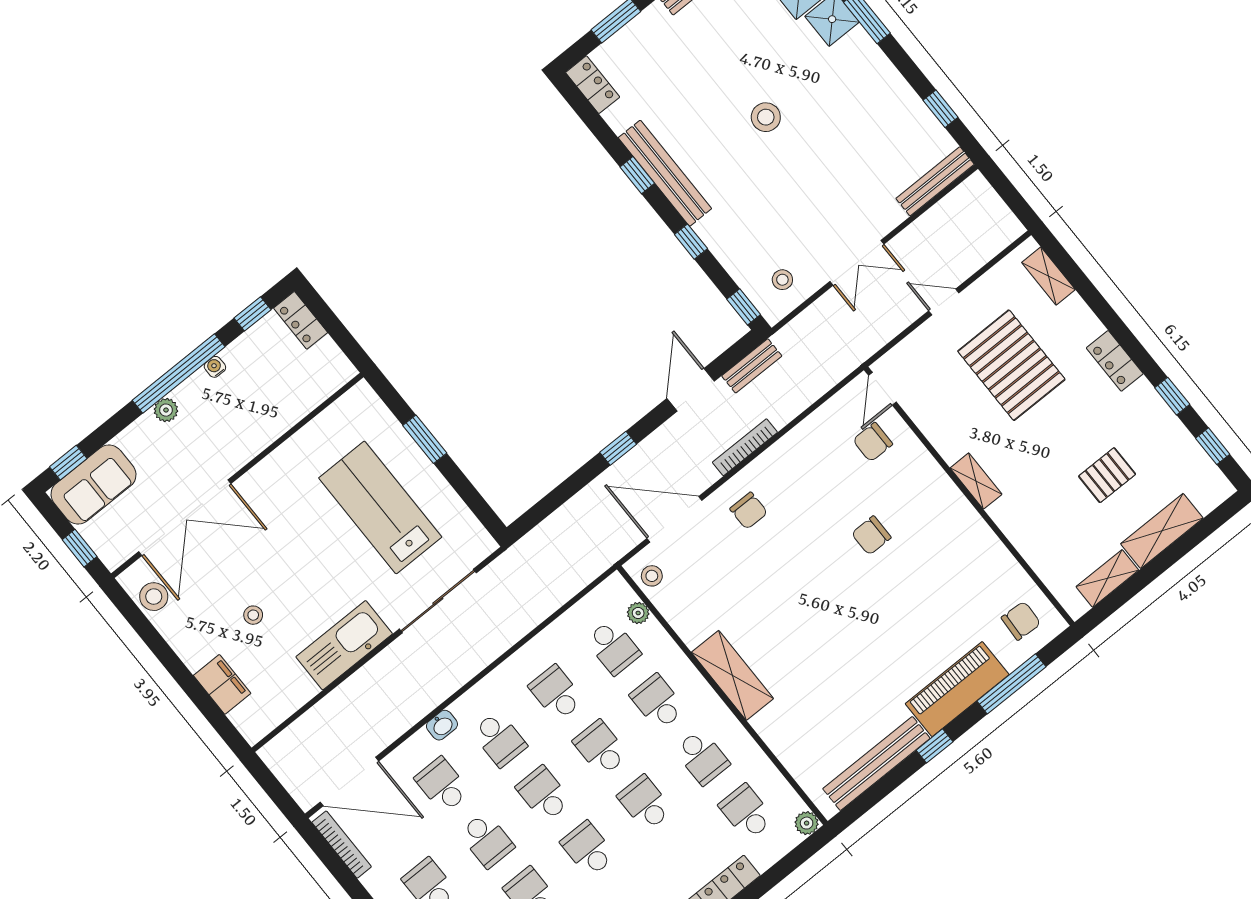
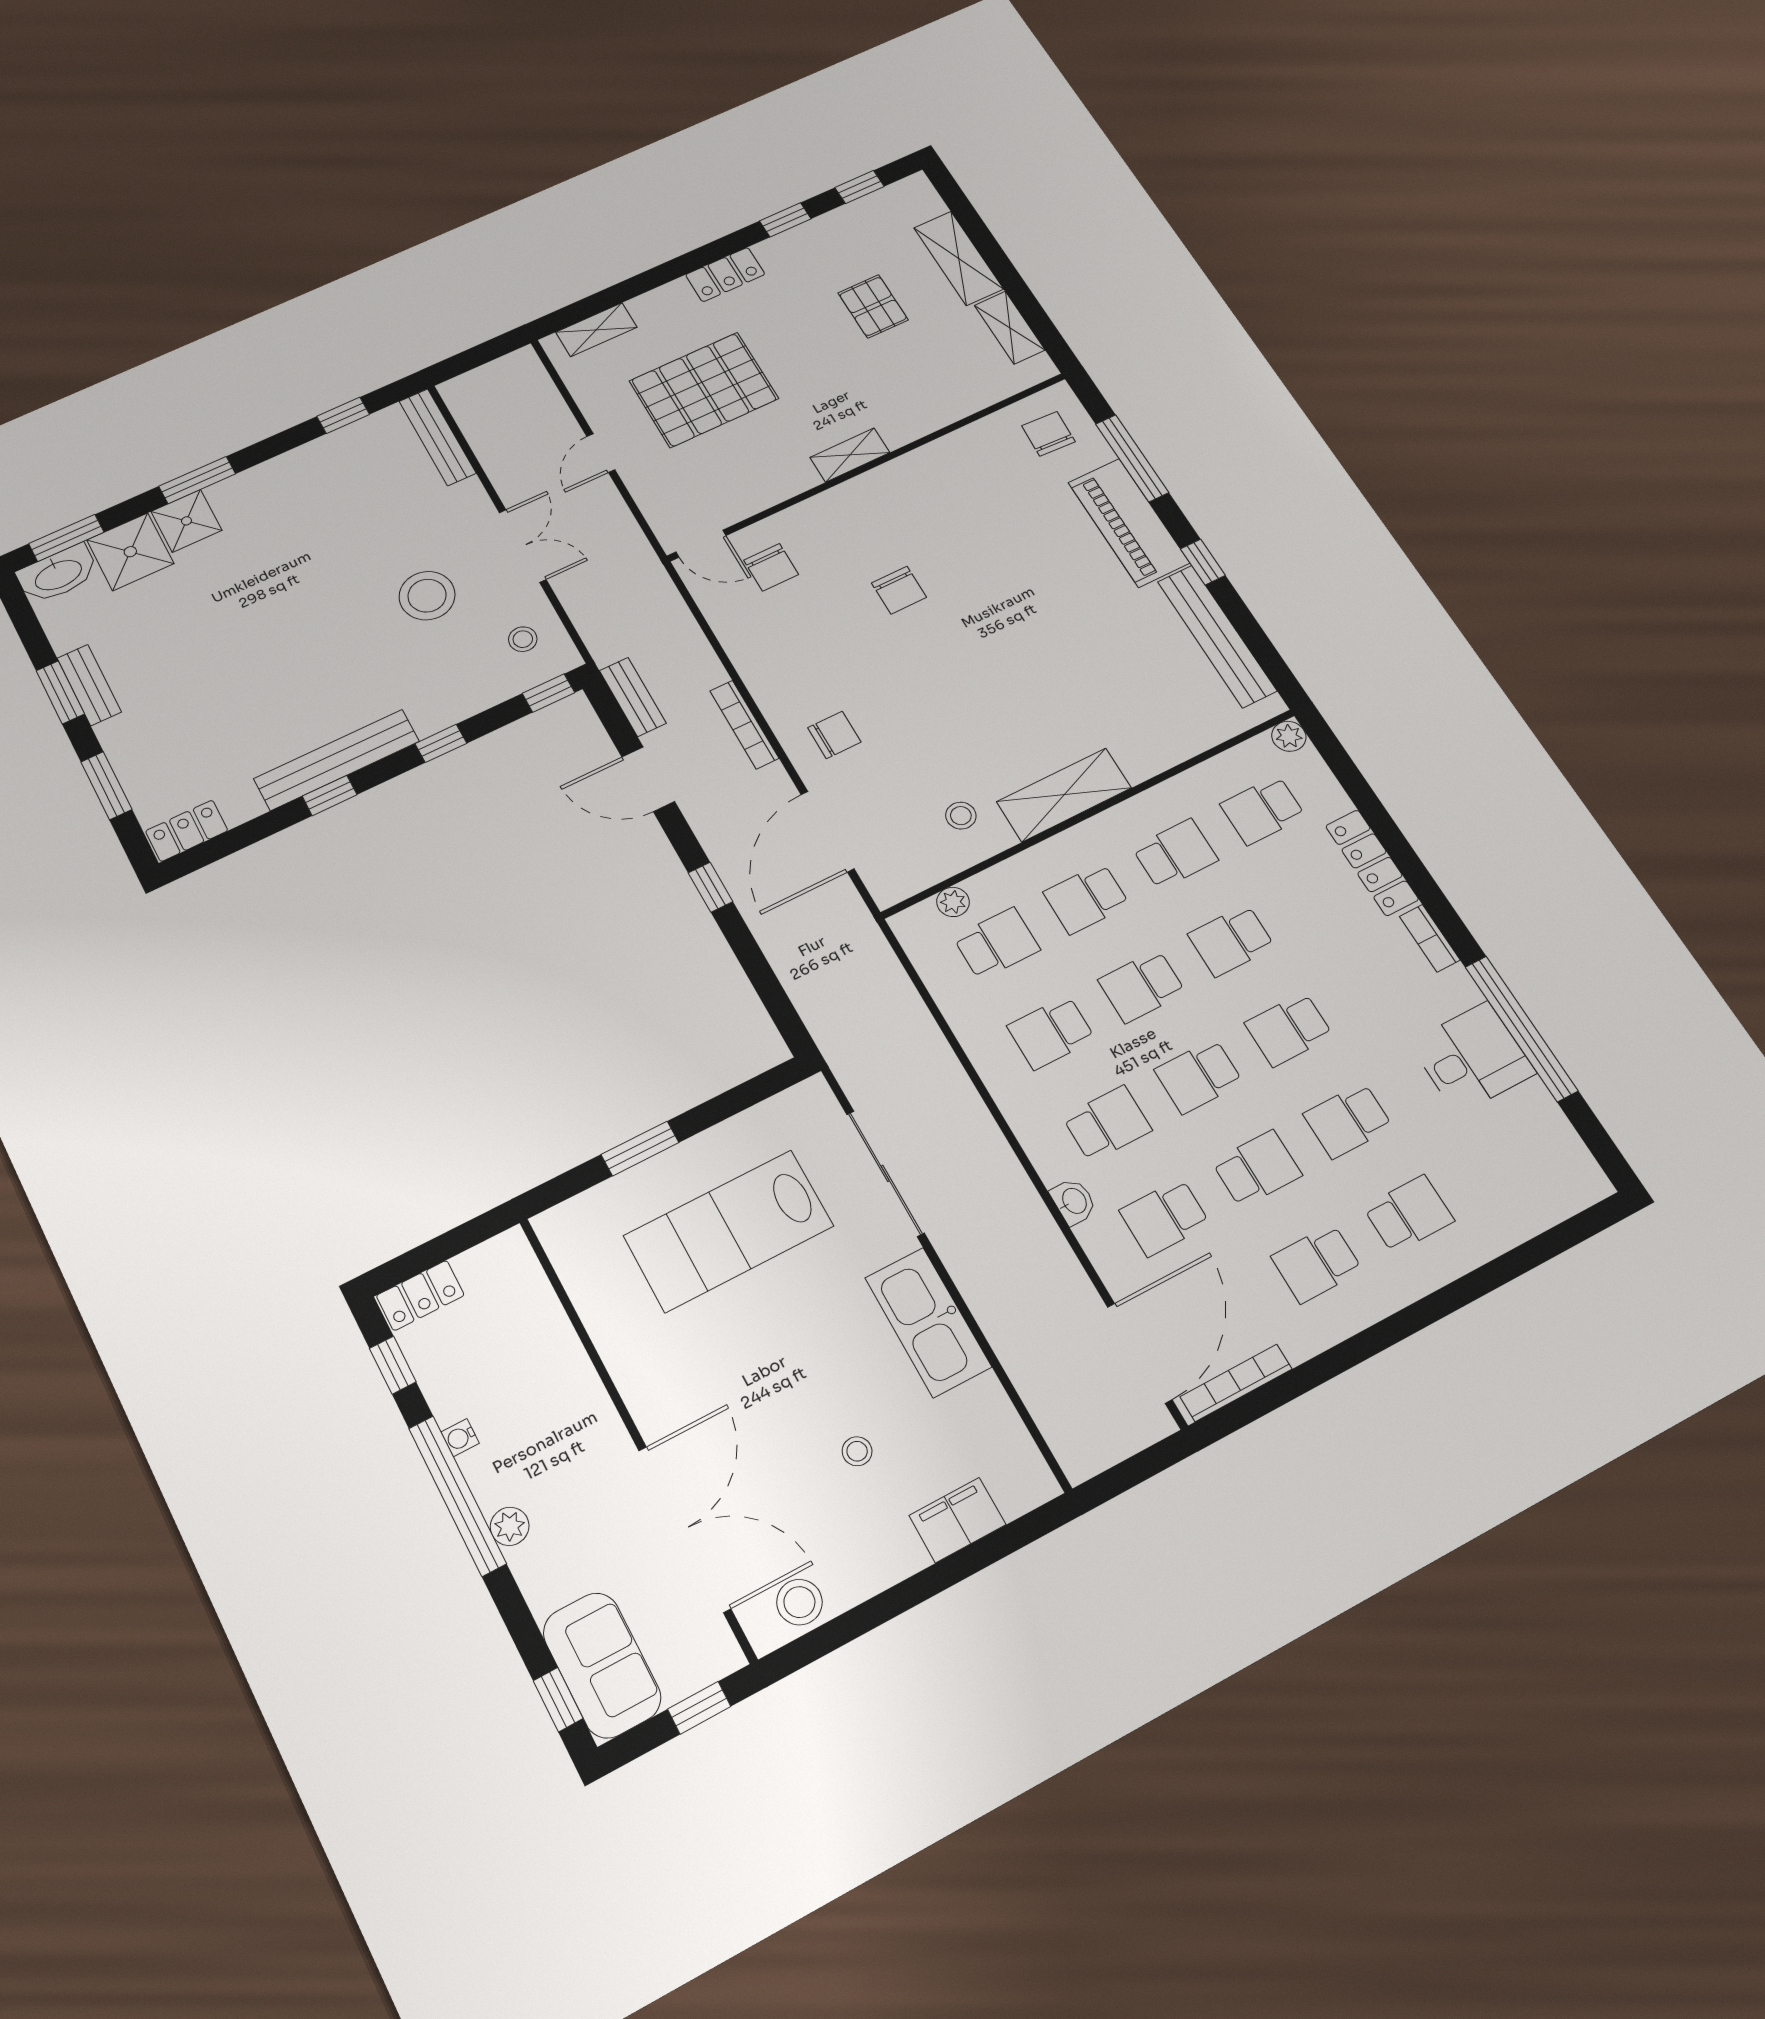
stool: (766, 117) -> (427, 596), moved, width x1.38, depth x1.38
stool: (652, 576) -> (961, 816), moved

